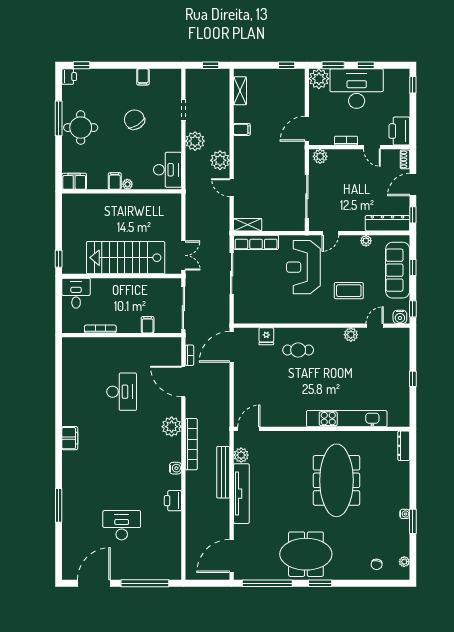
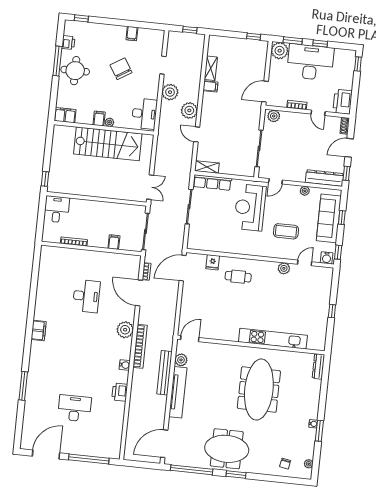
printer: (69, 77) -> (68, 43), moved
shelving: (240, 91) -> (211, 68), moved
stairs: (126, 258) -> (108, 144), moved, turned 180

